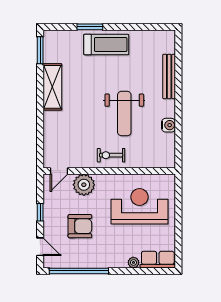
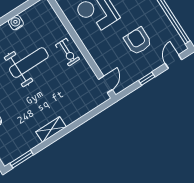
shelving: (52, 87) -> (51, 129), width x0.67, depth x0.75
door: (59, 171) -> (105, 84), hinge flipped
plant: (84, 185) -> (104, 59), removed

